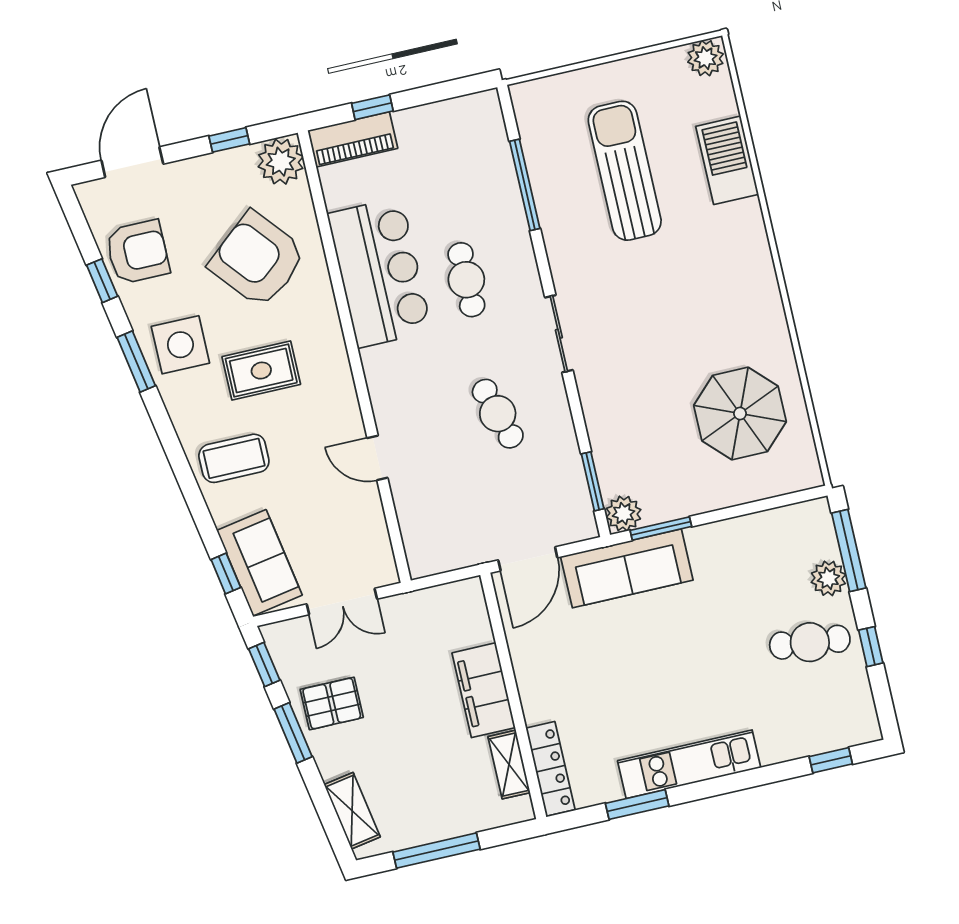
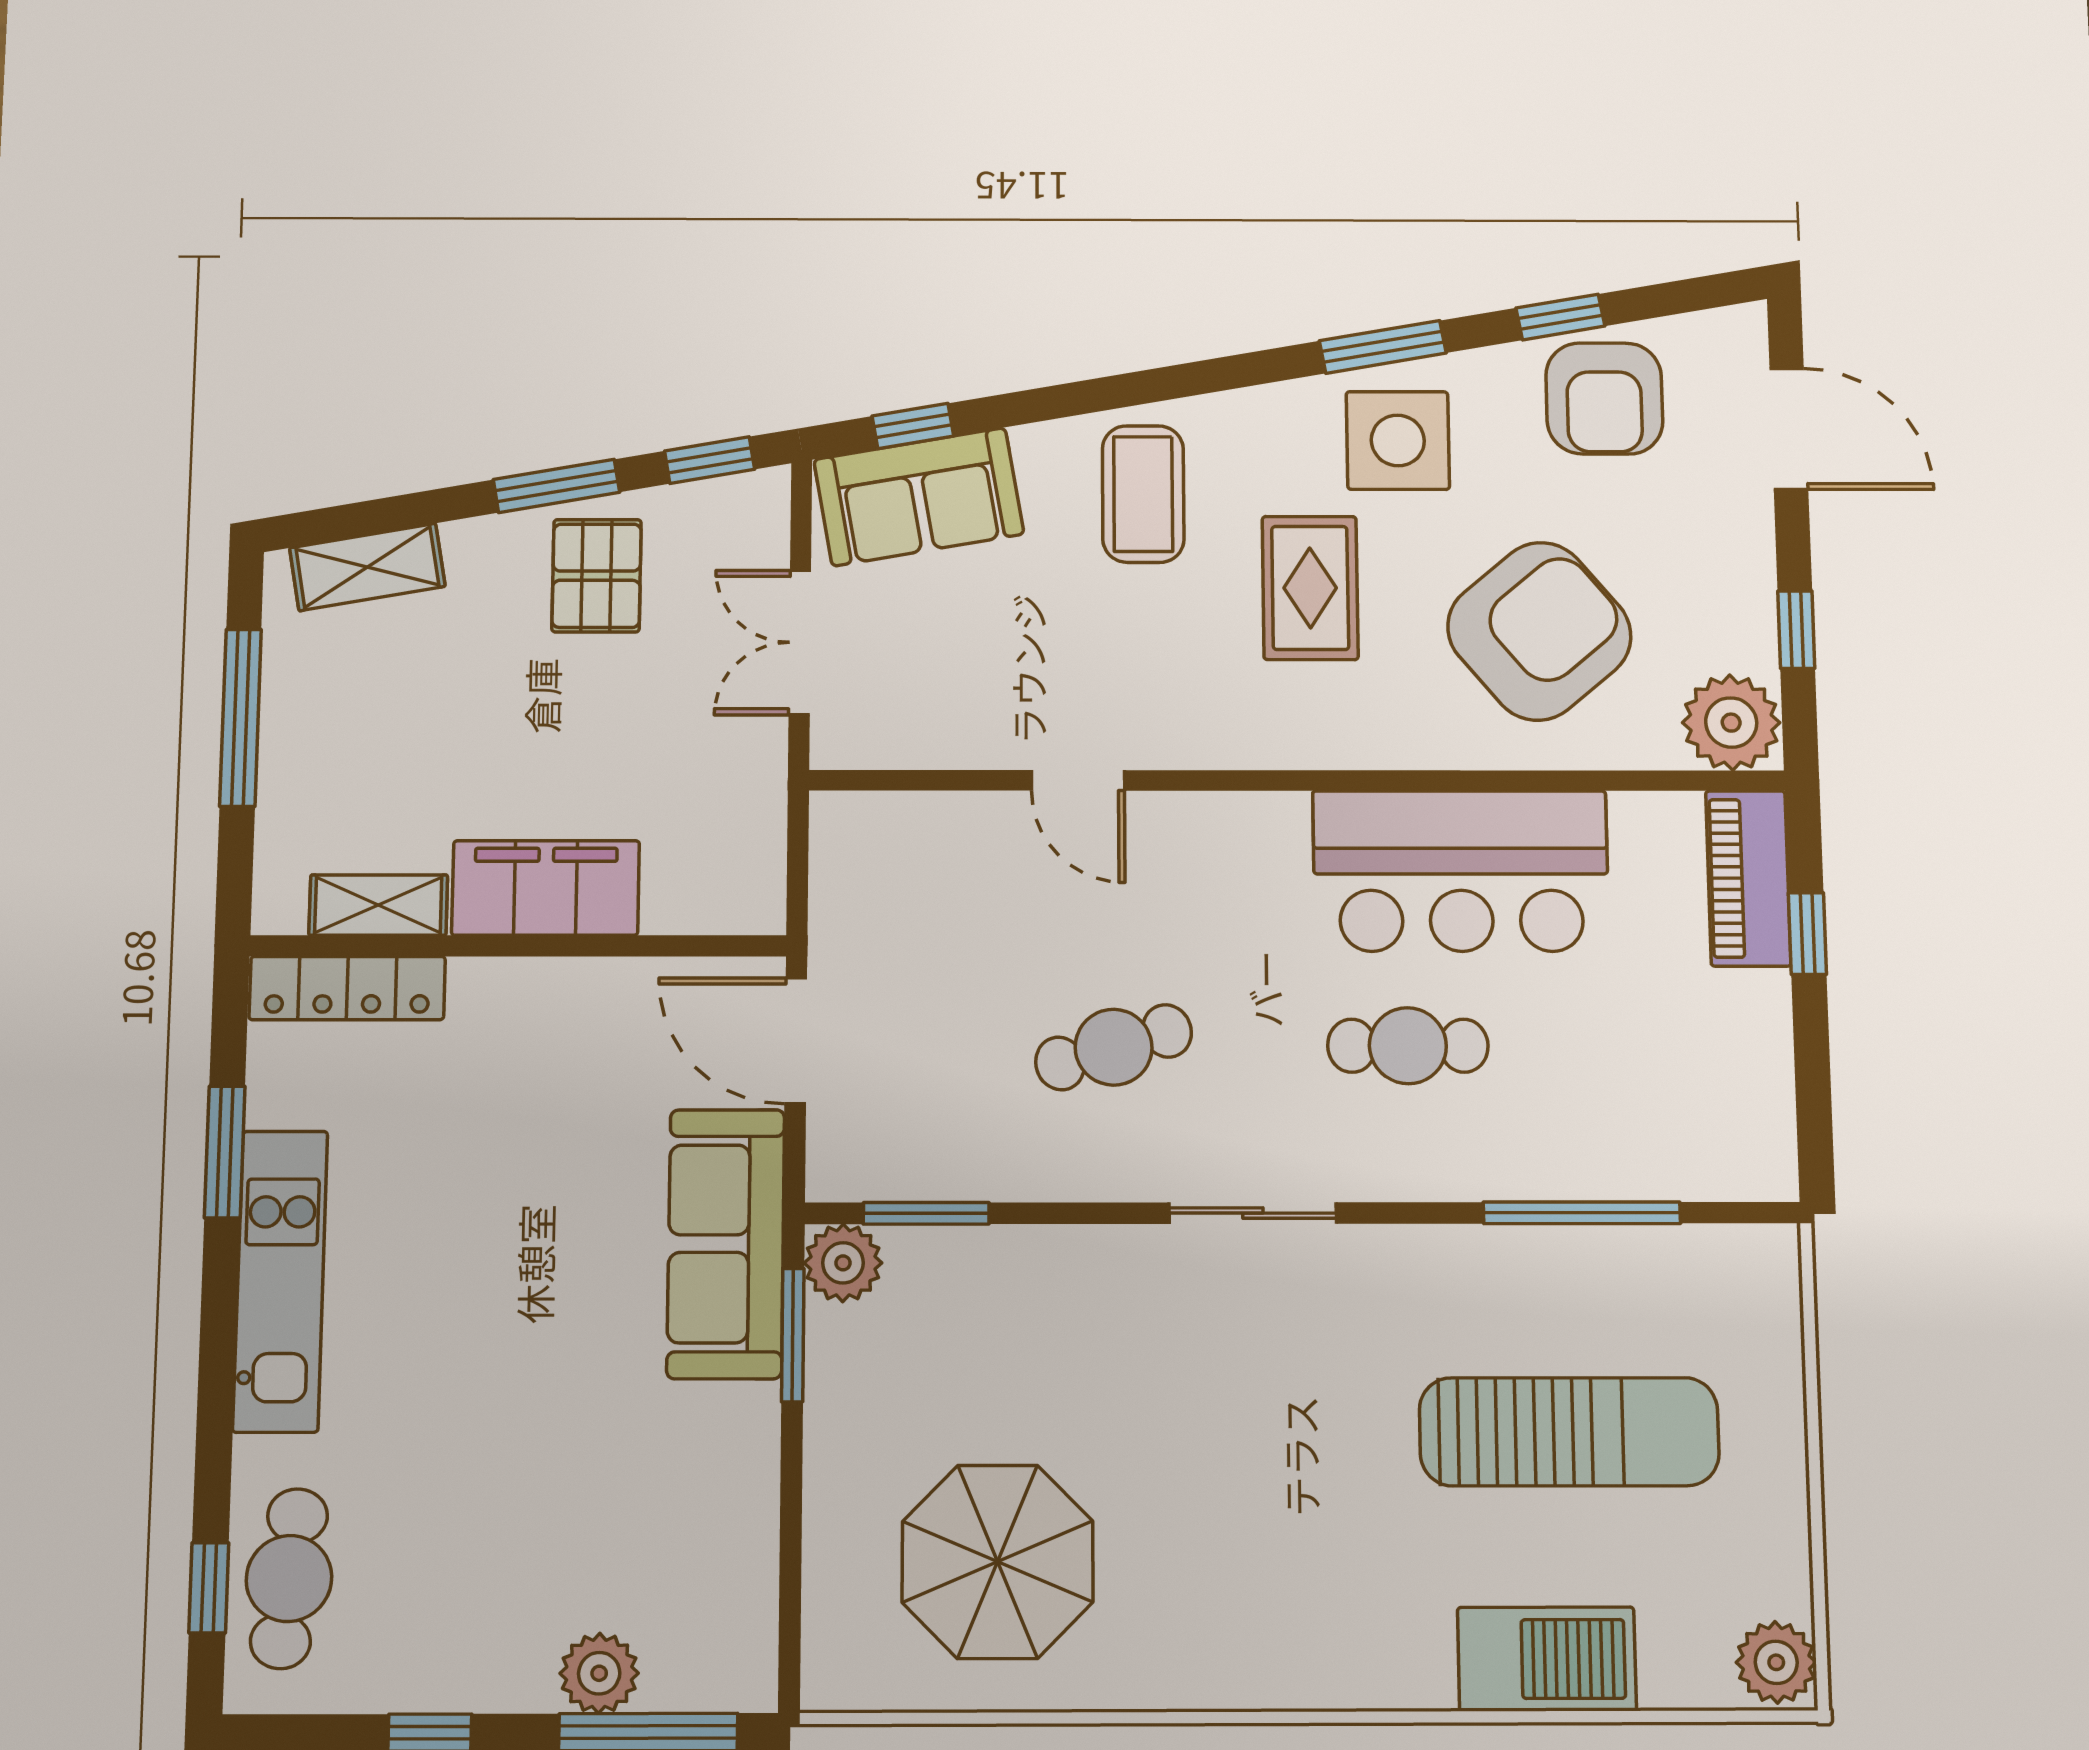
door: (377, 458) -> (1078, 780), swing flipped
cafe table: (810, 642) -> (289, 1578), moved

